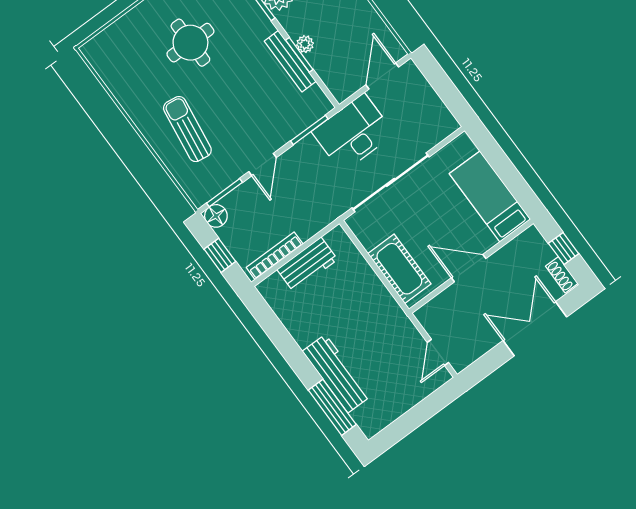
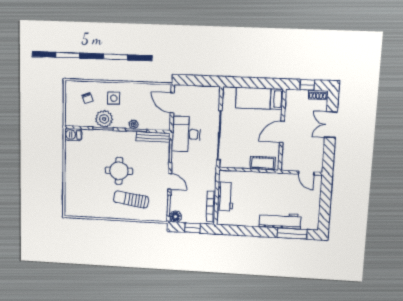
round table: (190, 43) -> (119, 171), moved
bench: (290, 61) -> (153, 137), moved
cot: (399, 269) -> (263, 163), width x0.73, depth x0.75
double door: (535, 329) -> (331, 125), width x0.73

